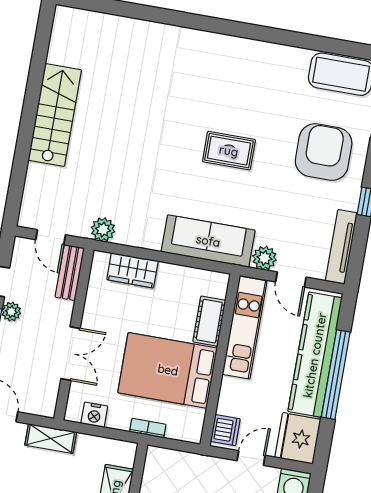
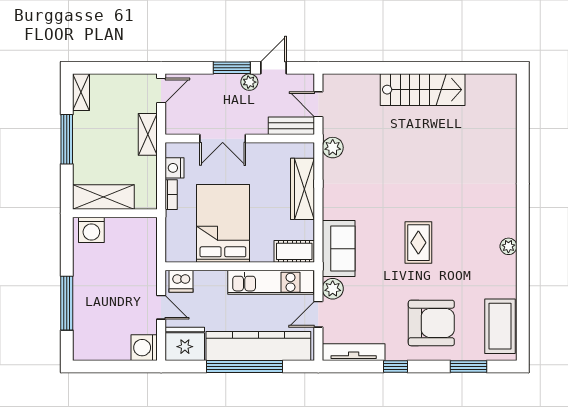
plant: (251, 48) -> (508, 246), added
door: (51, 237) -> (318, 104), hinge flipped
sofa: (208, 241) -> (339, 249), width x0.73
wardrobe: (132, 270) -> (303, 189), width x1.50
cot: (209, 321) -> (294, 251), moved
bookcase: (148, 428) -> (171, 195), moved

